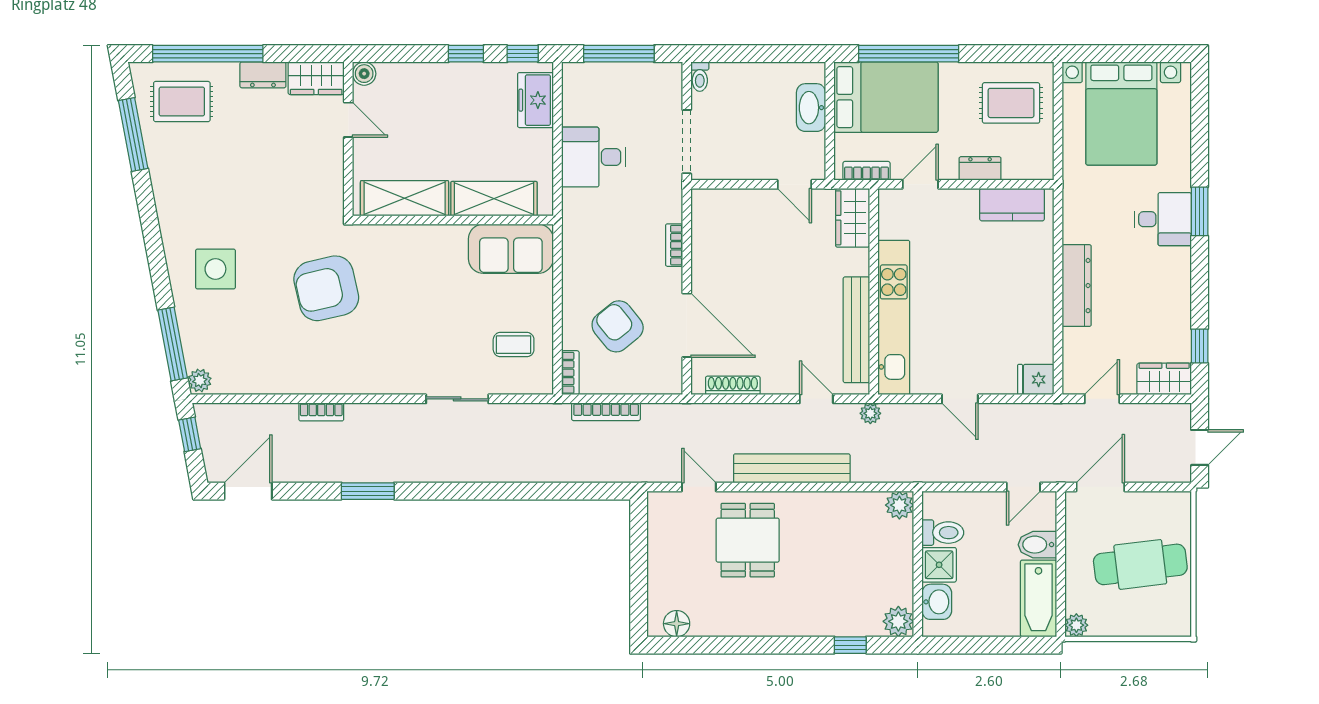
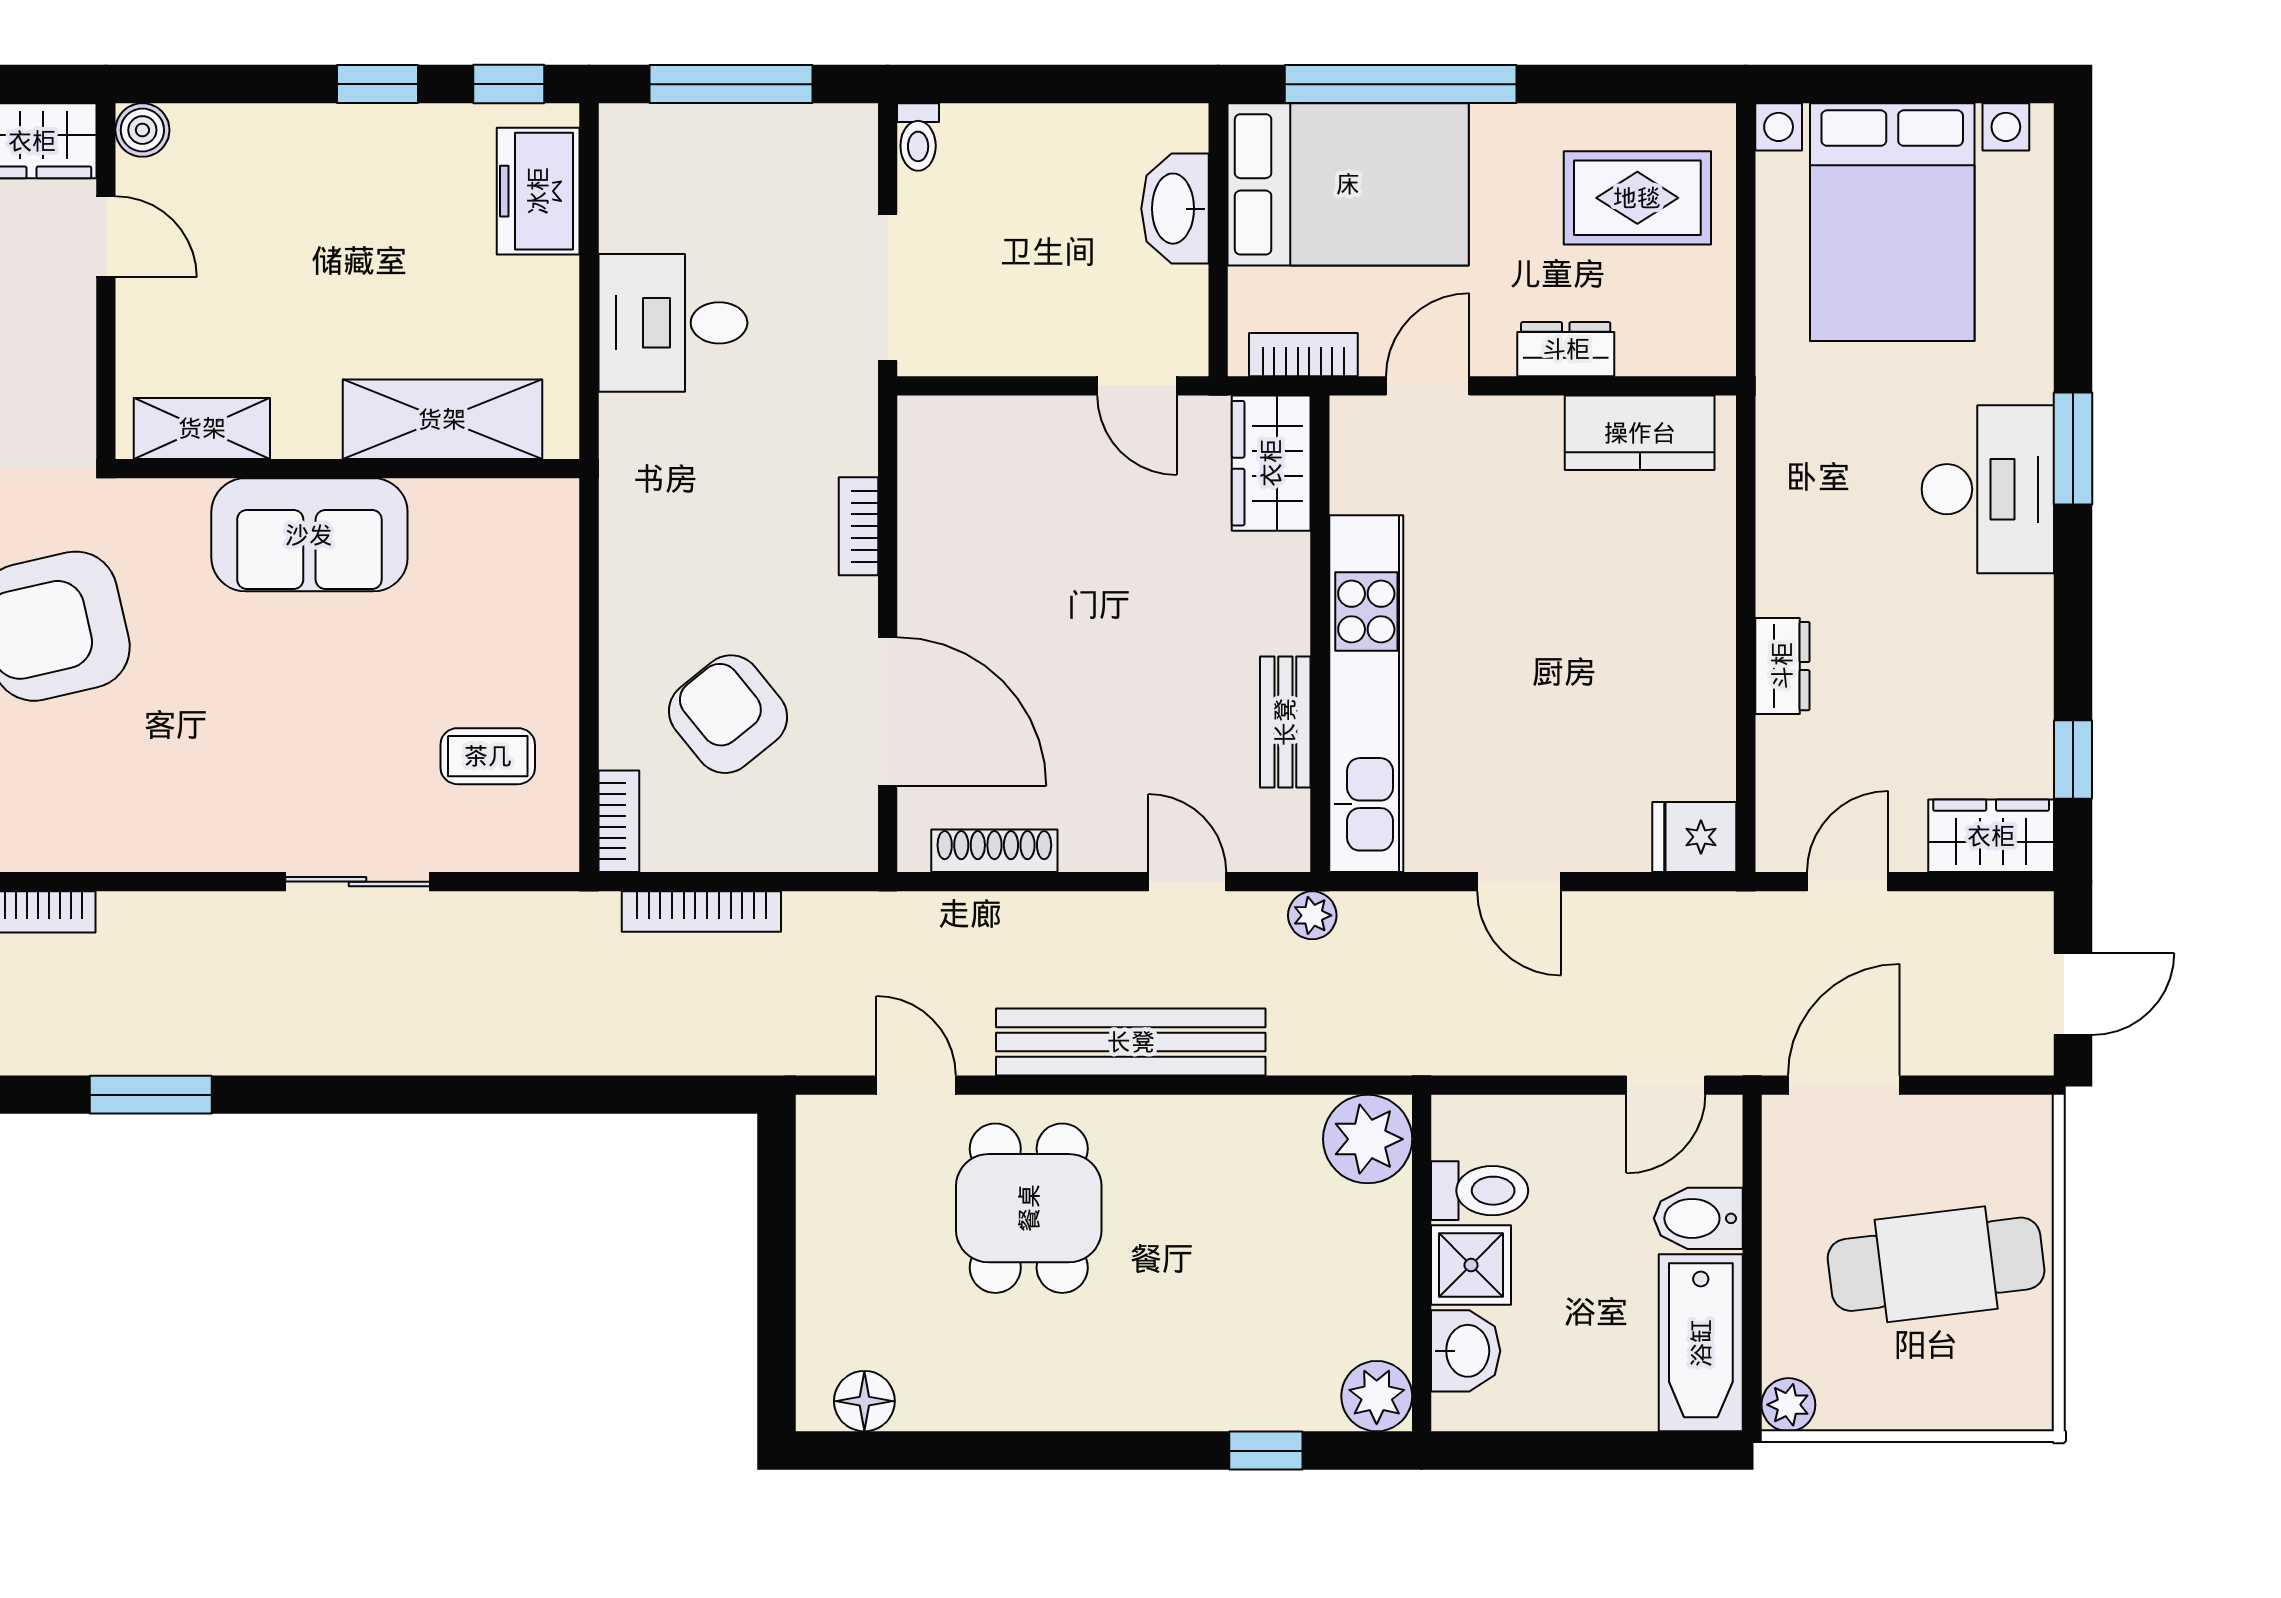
shelving: (405, 198) -> (202, 428), width x0.67, depth x0.75
desk: (1163, 219) -> (1988, 489), width x1.37
sofa: (511, 249) -> (309, 535), moved
dresser: (1077, 286) -> (1782, 666), width x0.51, depth x0.80
bench: (856, 330) -> (1285, 722), width x0.54, depth x0.82
plant: (899, 505) -> (1368, 1139), width x1.36, depth x1.36

